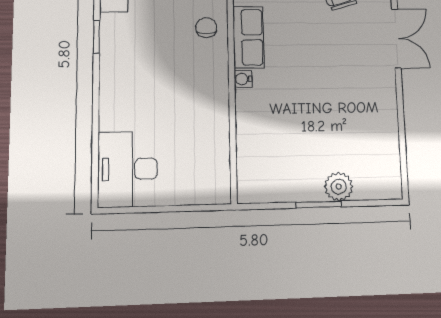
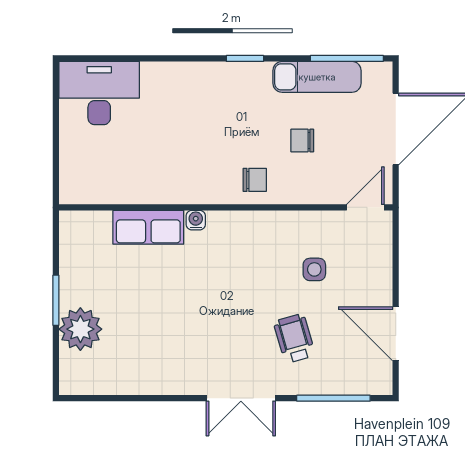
row of seats: (248, 37) -> (148, 227), moved
plant: (339, 187) -> (80, 329), width x1.36, depth x1.36

